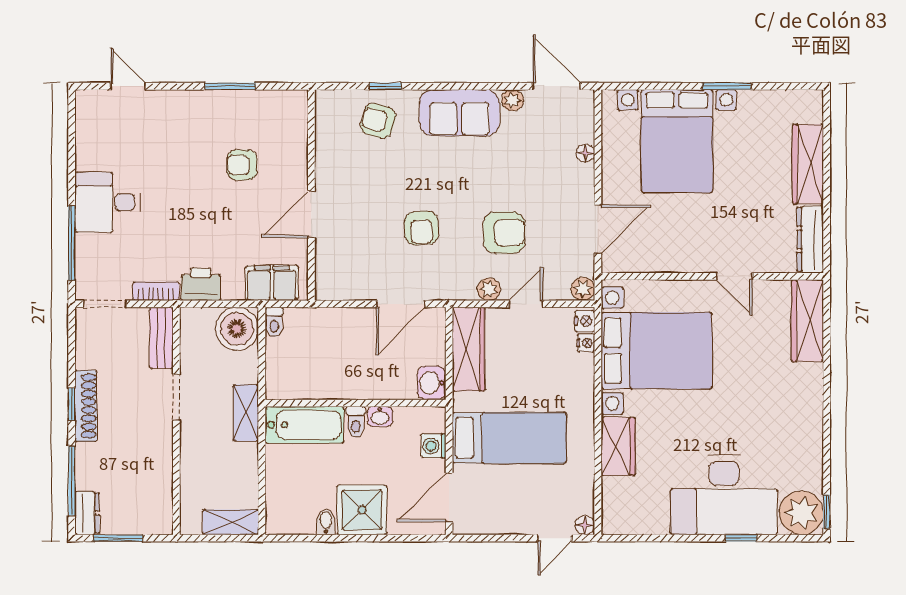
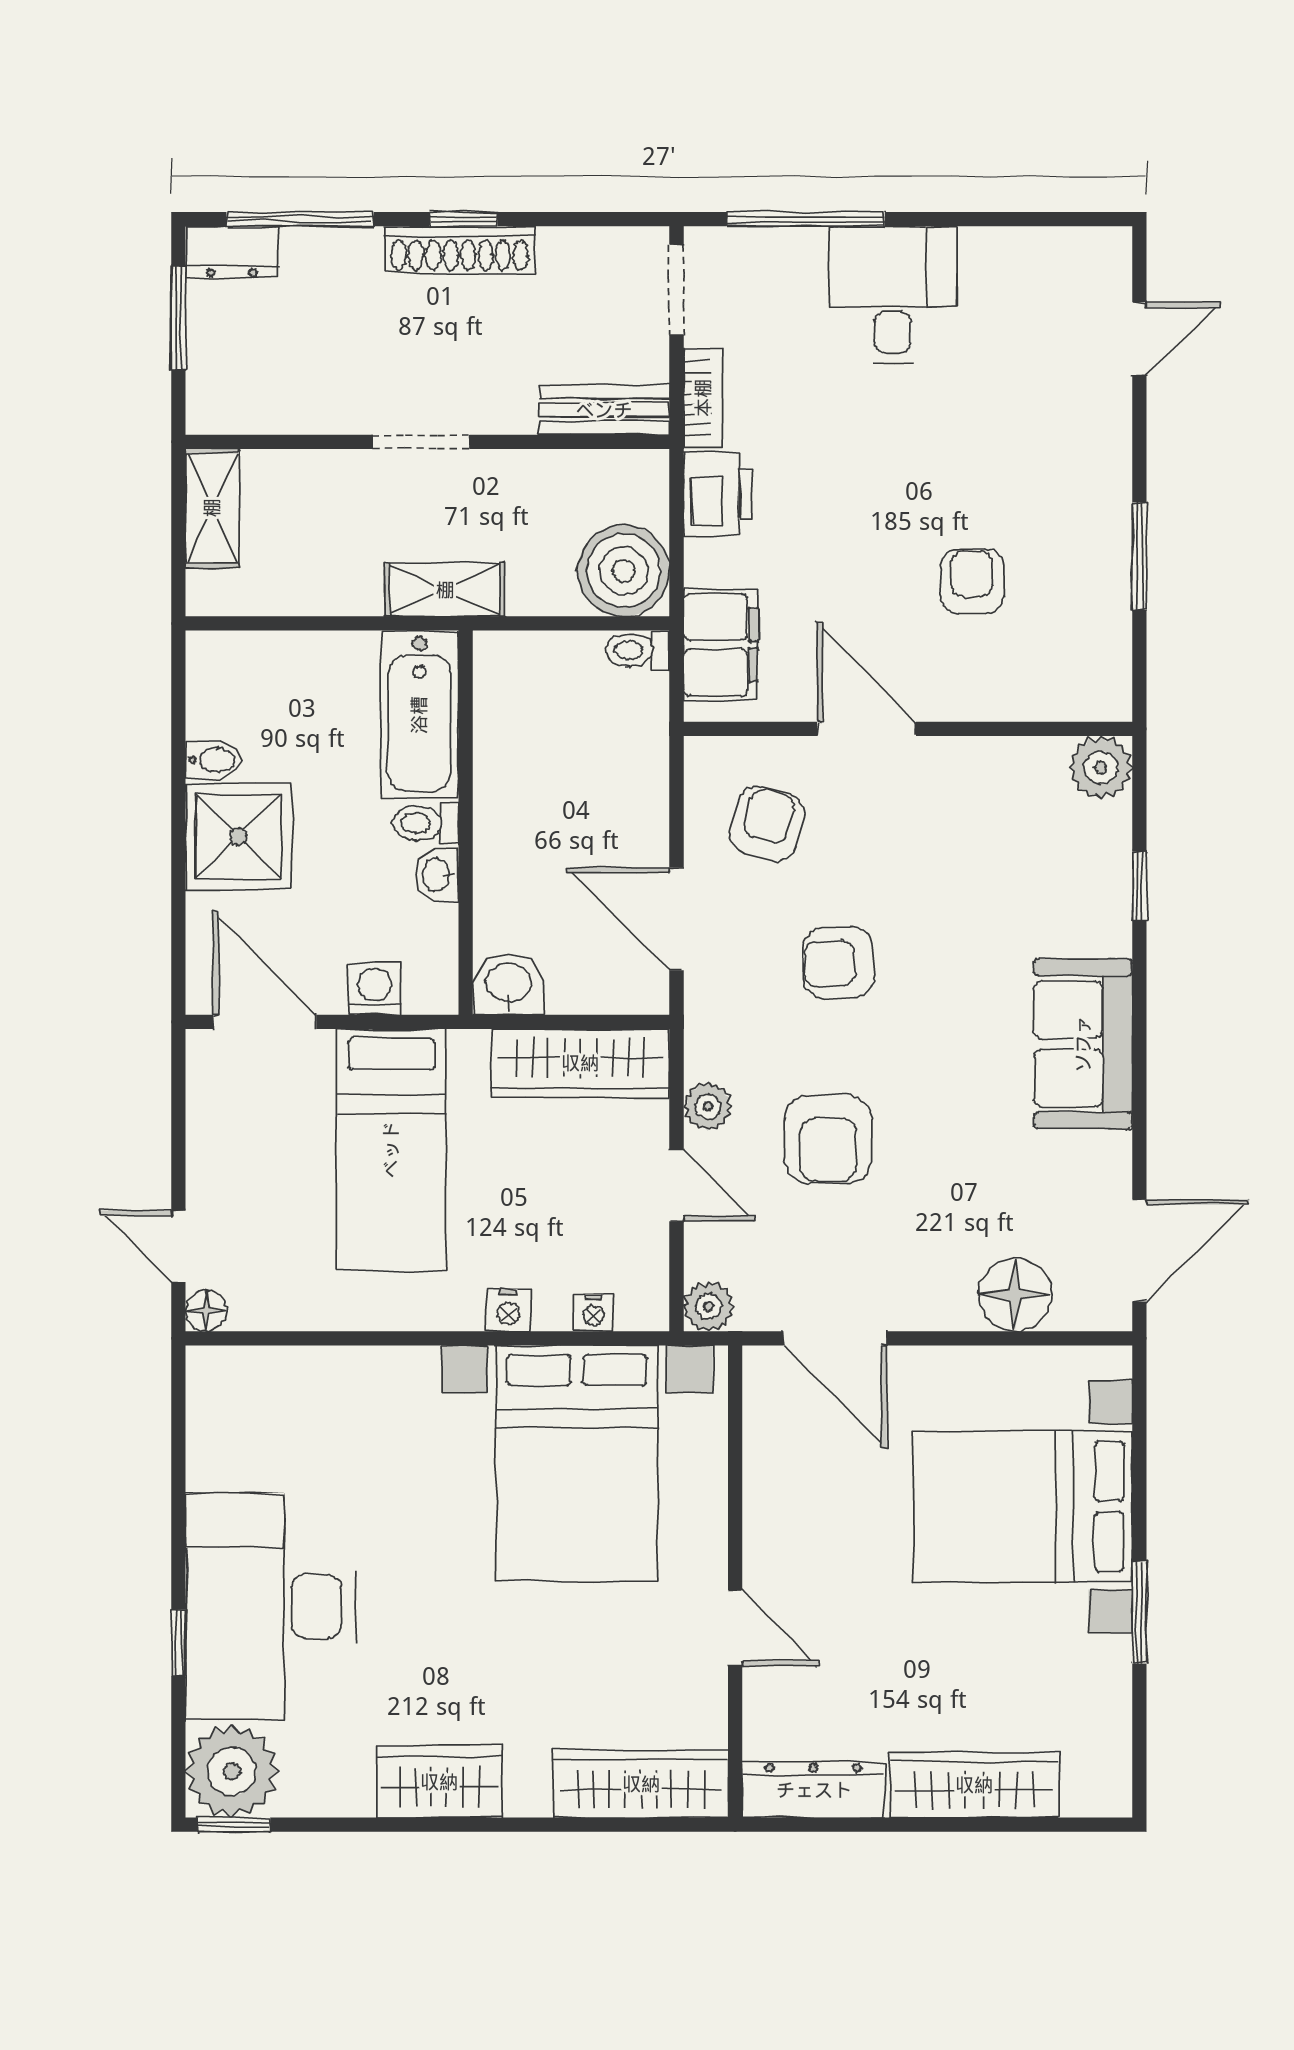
plant: (512, 100) -> (1101, 768), moved, width x1.38, depth x1.38
armchair: (378, 121) -> (767, 824), moved
floor lamp: (585, 153) -> (1015, 1295), width x1.89, depth x1.89
door: (734, 276) -> (735, 1628), swing flipped
nightstand: (585, 321) -> (508, 1310), moved
doorway: (176, 397) -> (421, 442), moved
wardrobe: (618, 446) -> (439, 1782), moved, turned 180
shelving: (230, 522) -> (212, 508), moved

